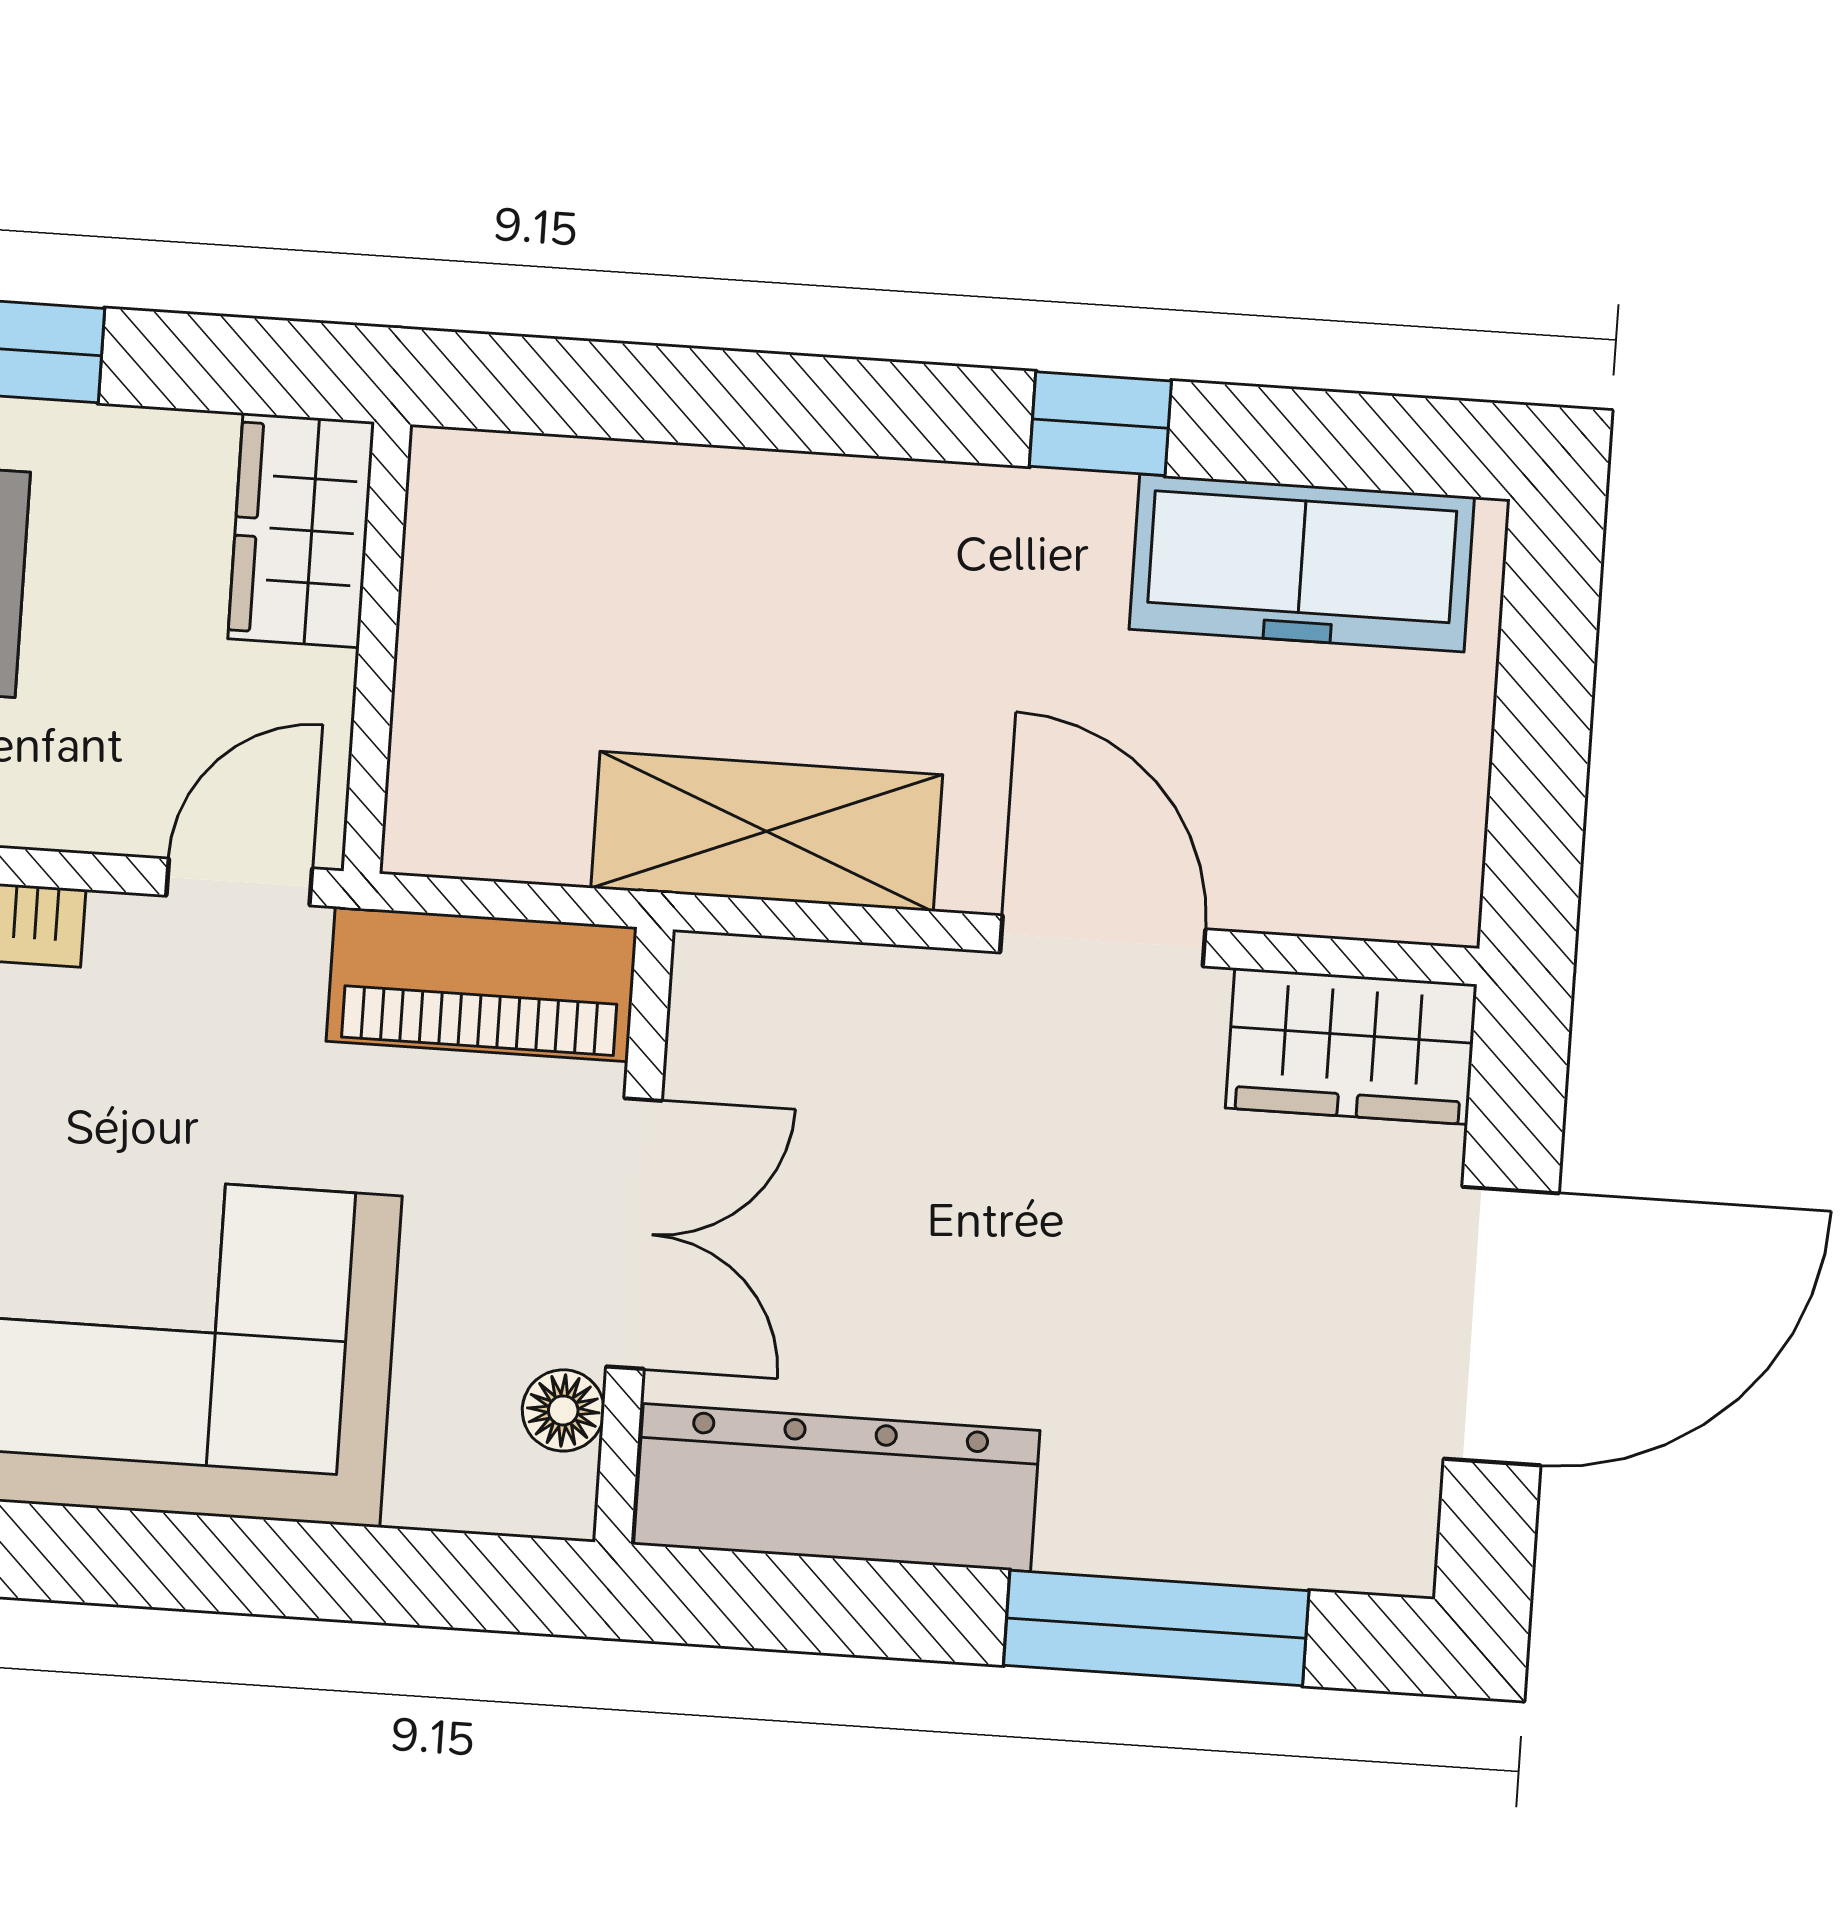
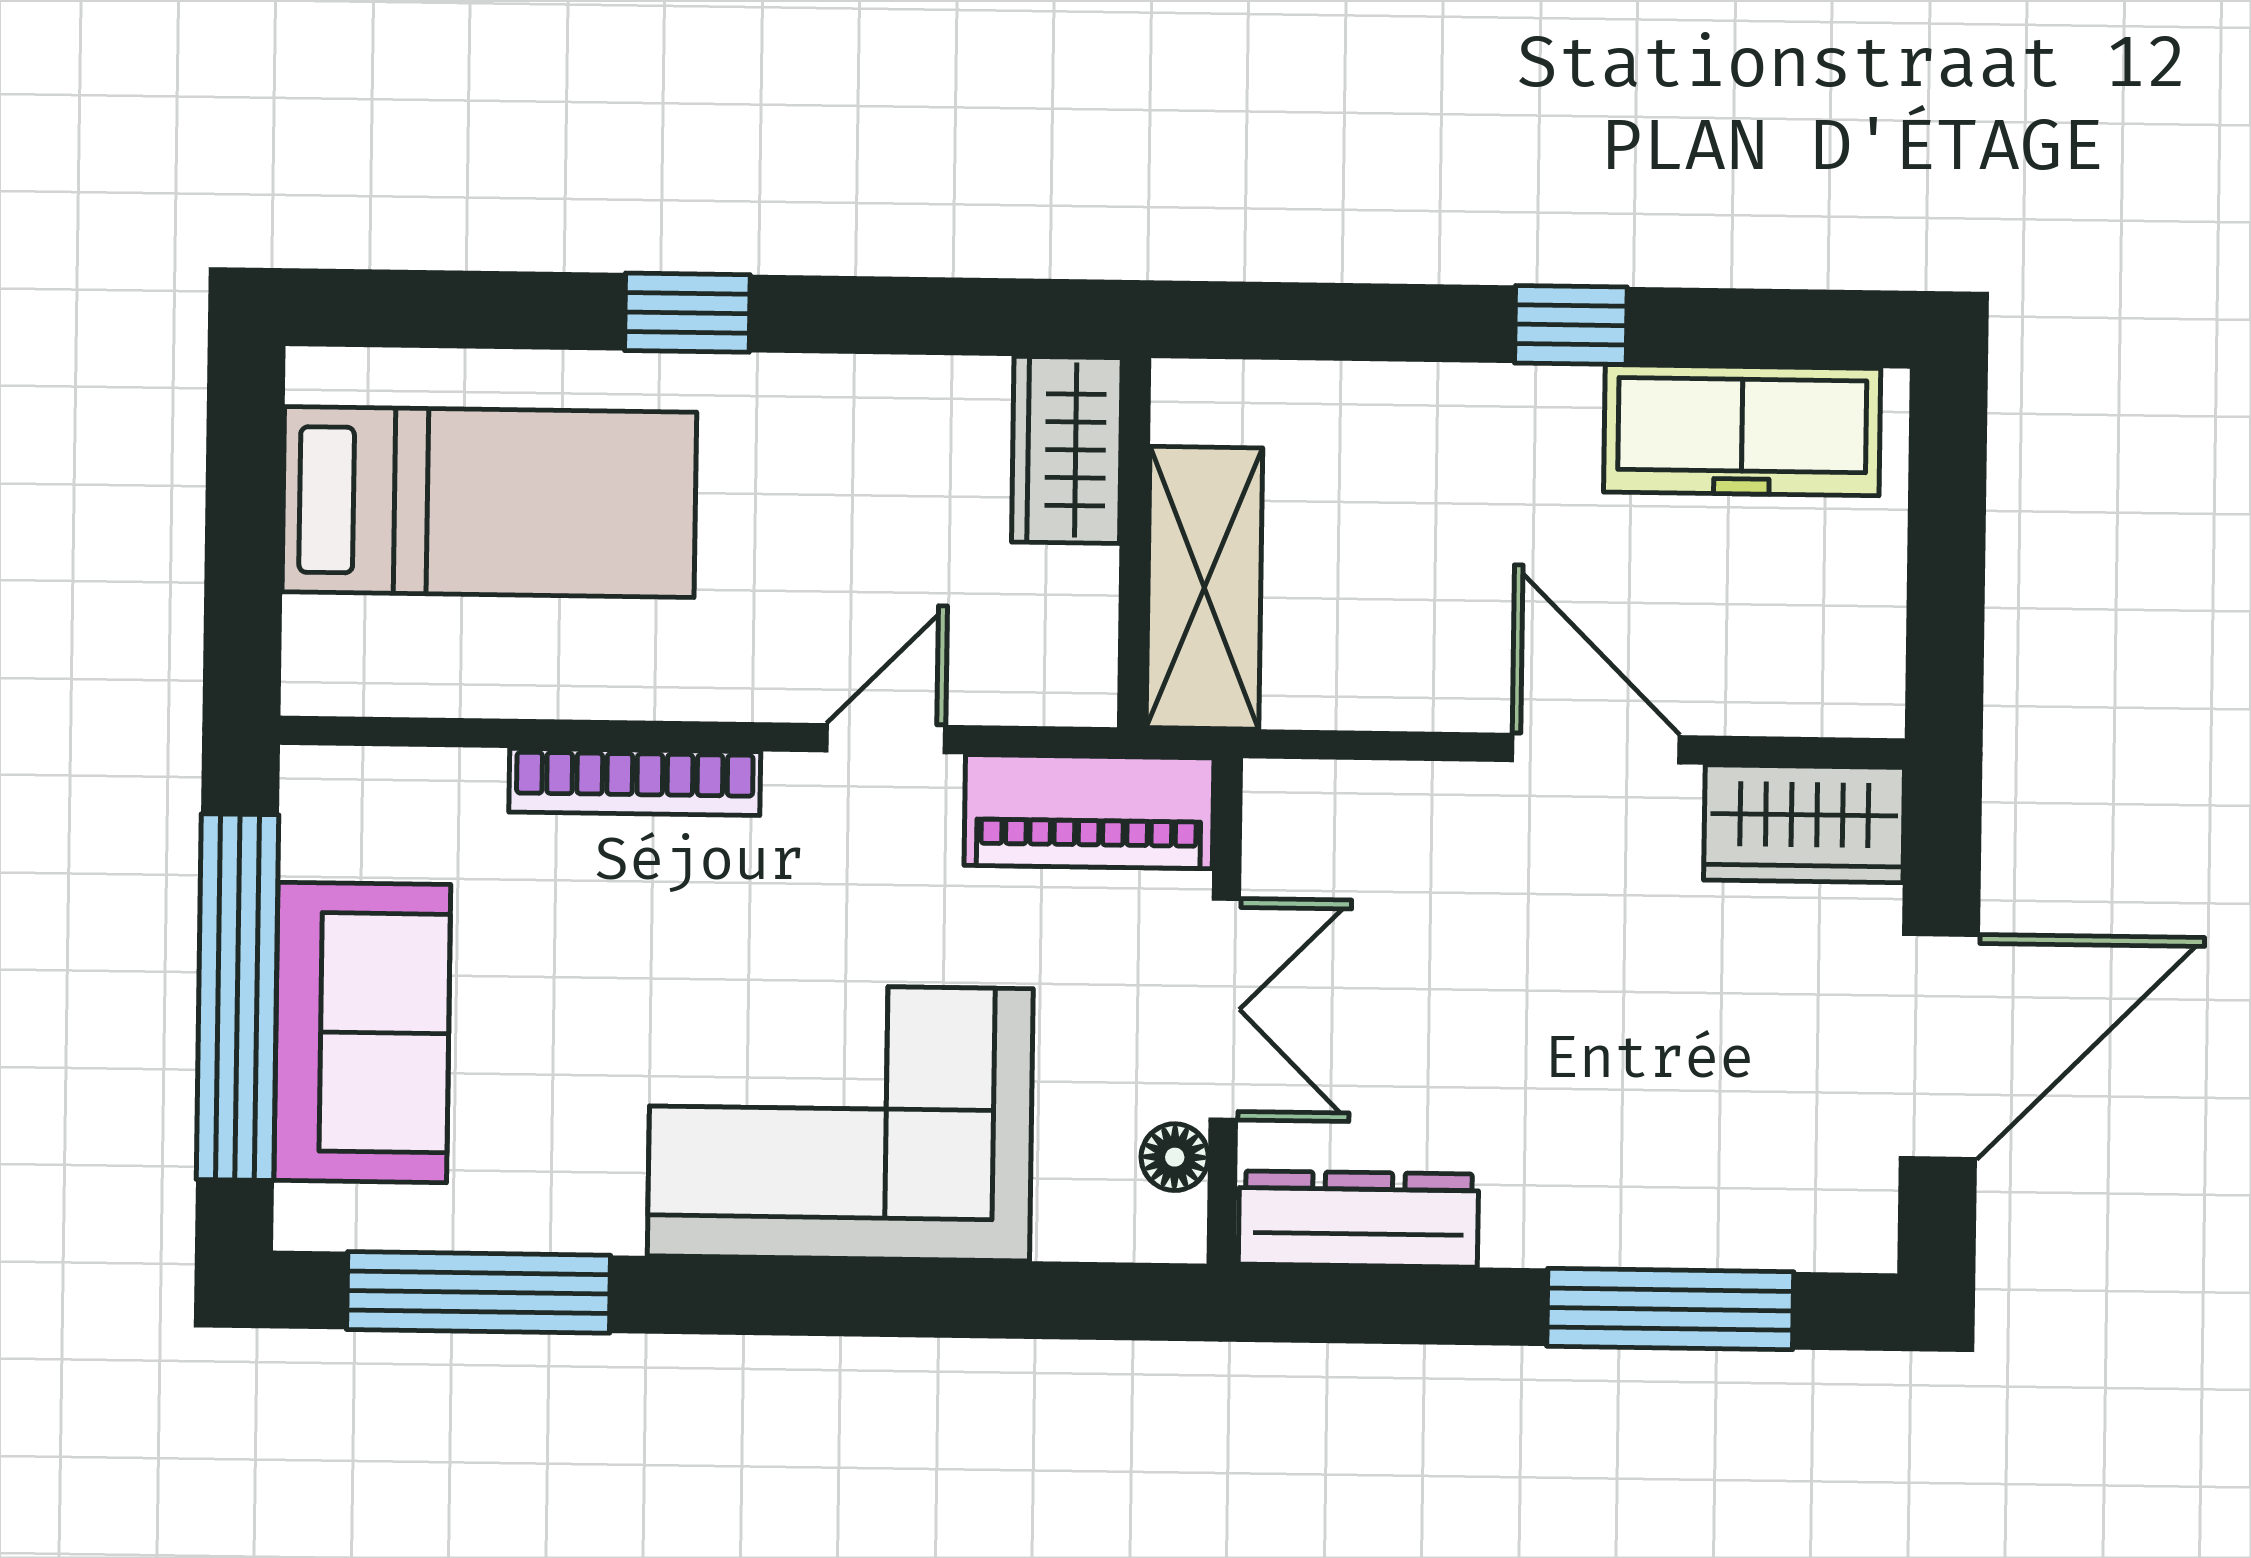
wardrobe: (301, 530) -> (1067, 450), moved
wall: (377, 648) -> (1134, 543), moved
shelving: (767, 831) -> (1204, 588), moved, turned 90
dresser: (837, 1488) -> (1358, 1219), width x0.73, depth x0.80

